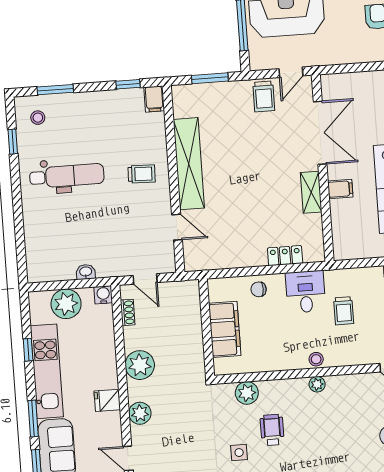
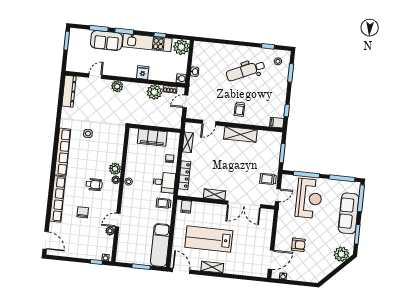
door: (291, 72) -> (278, 195), swing flipped
shelving: (189, 164) -> (240, 134), width x0.68
dental chair: (67, 176) -> (245, 71), turned 66
filing cabinet: (340, 189) -> (186, 207), moved
locker: (285, 256) -> (184, 175), width x1.53
shelving: (222, 261) -> (188, 142), added
plant: (66, 304) -> (181, 47), moved
trolley: (344, 311) -> (164, 203), moved
plant: (140, 365) -> (154, 92), moved
plant: (247, 393) -> (115, 169), moved
fridge: (107, 400) -> (143, 73), moved
wheelchair: (272, 430) -> (94, 184), moved

